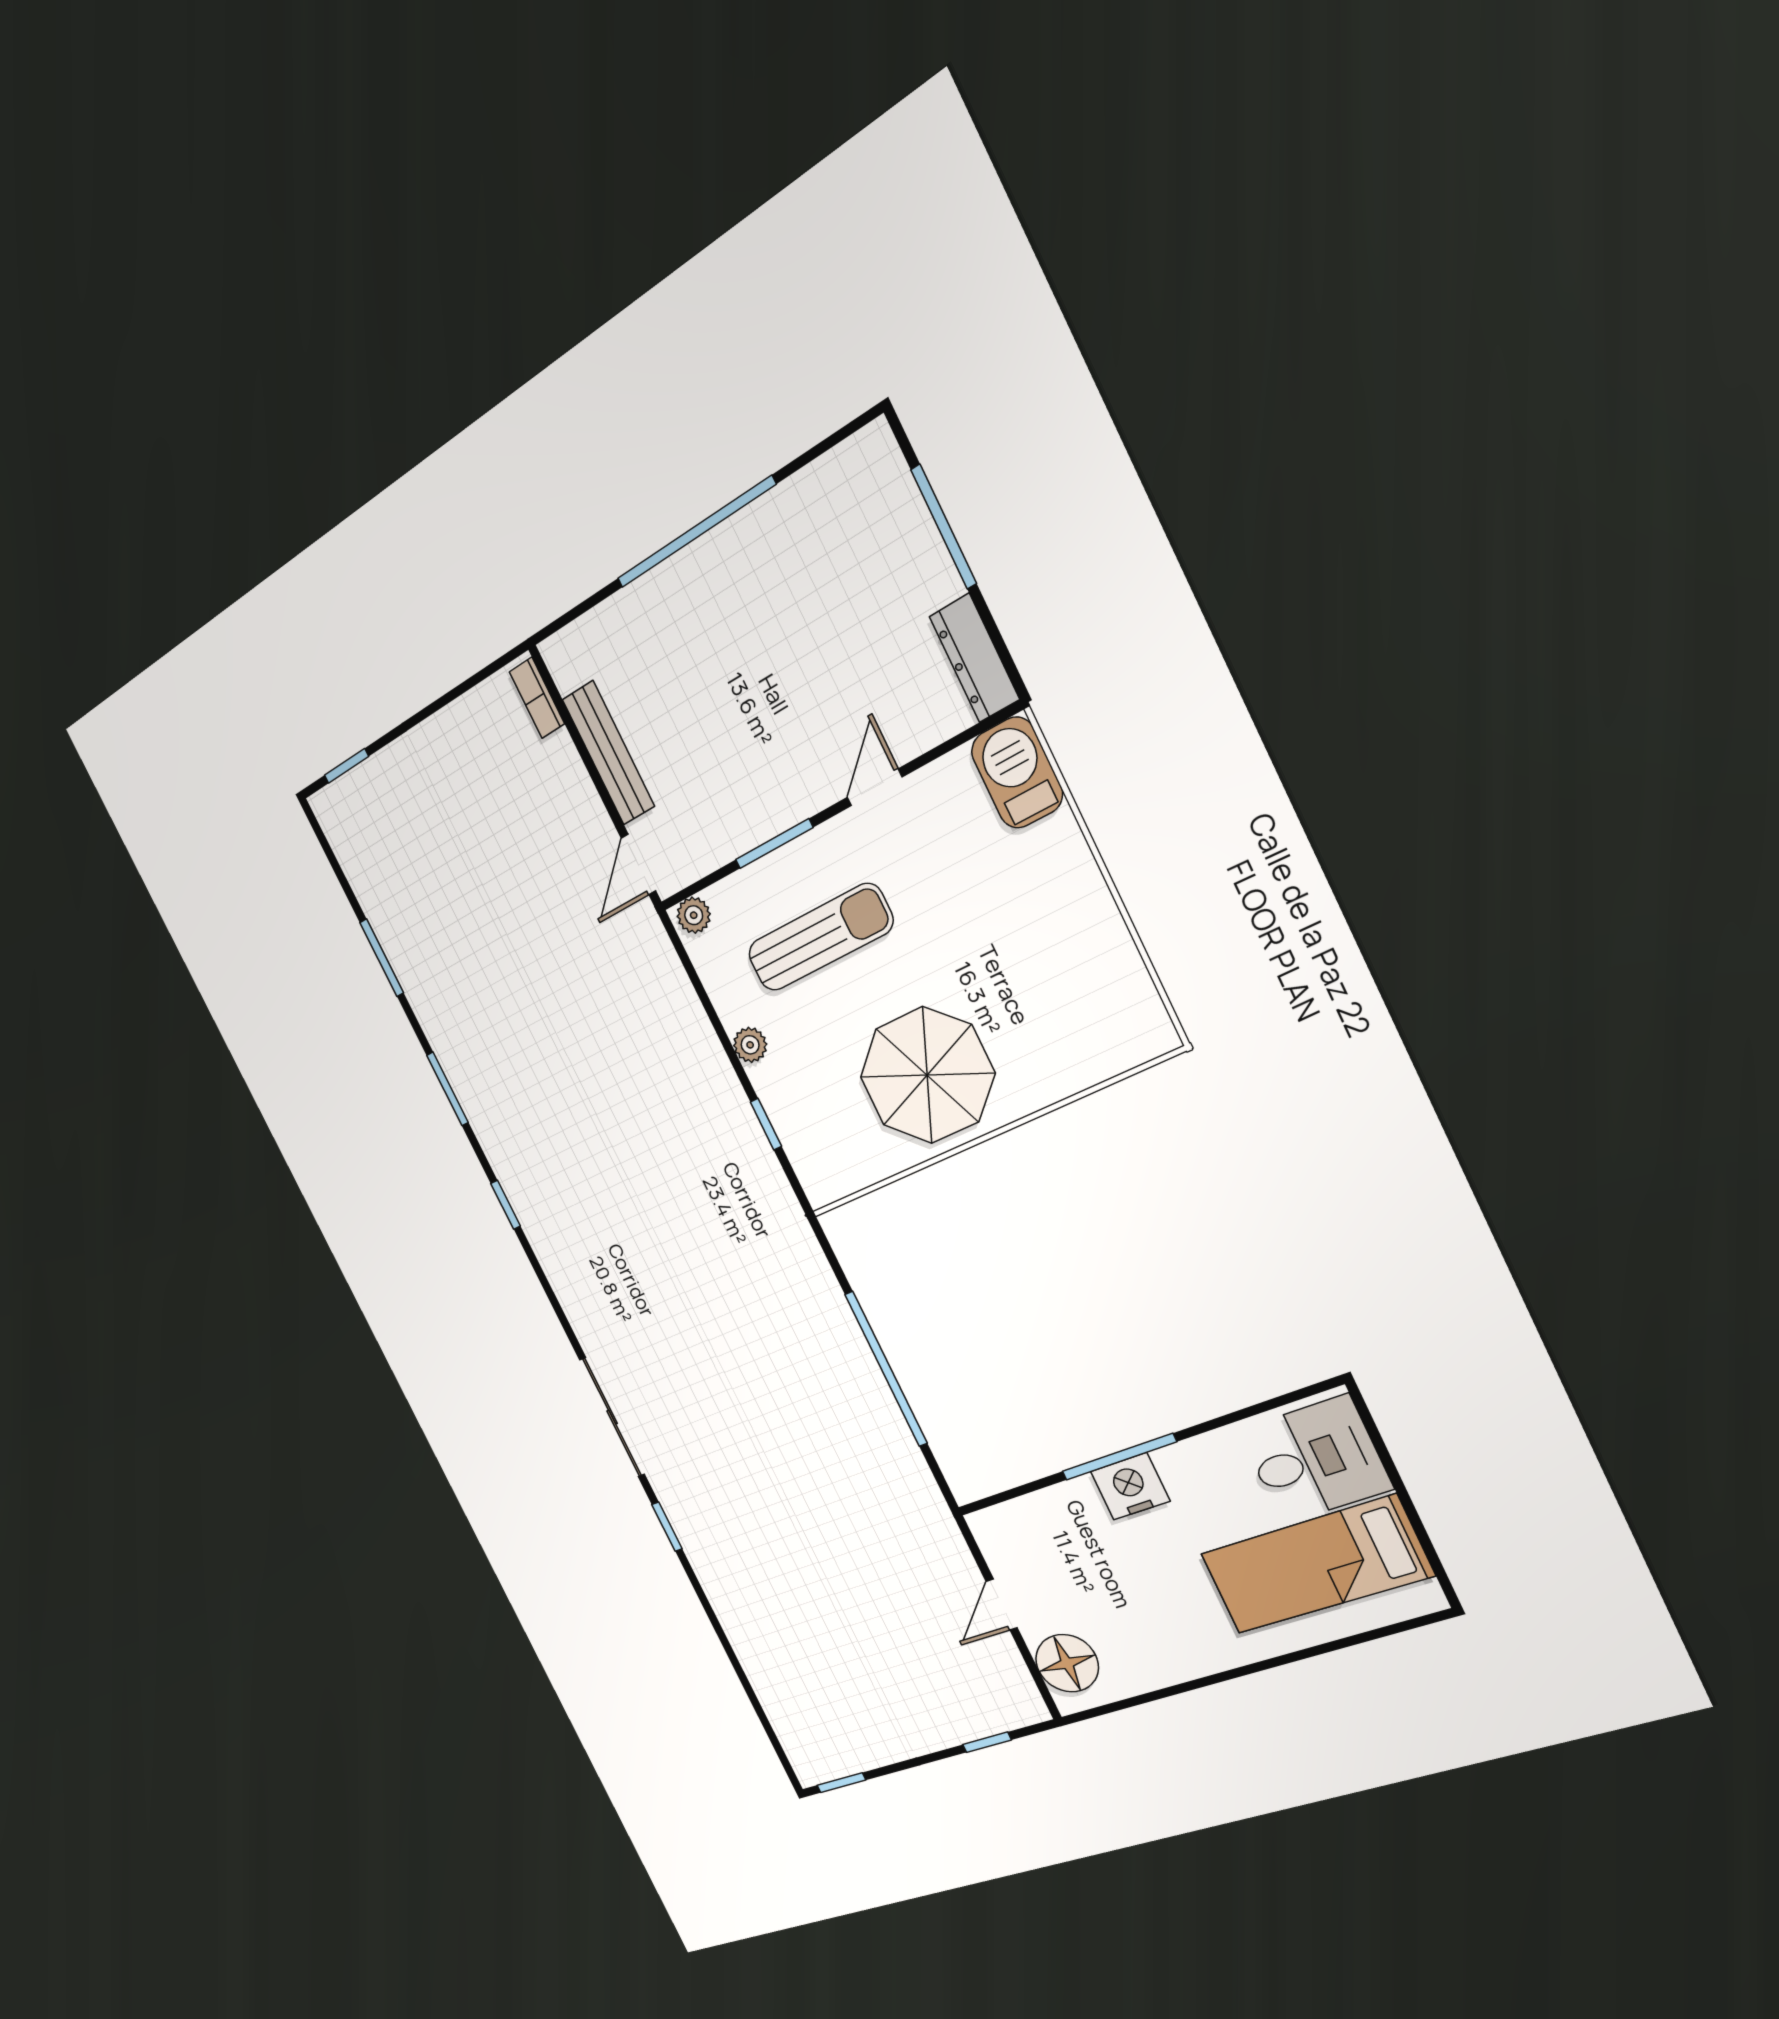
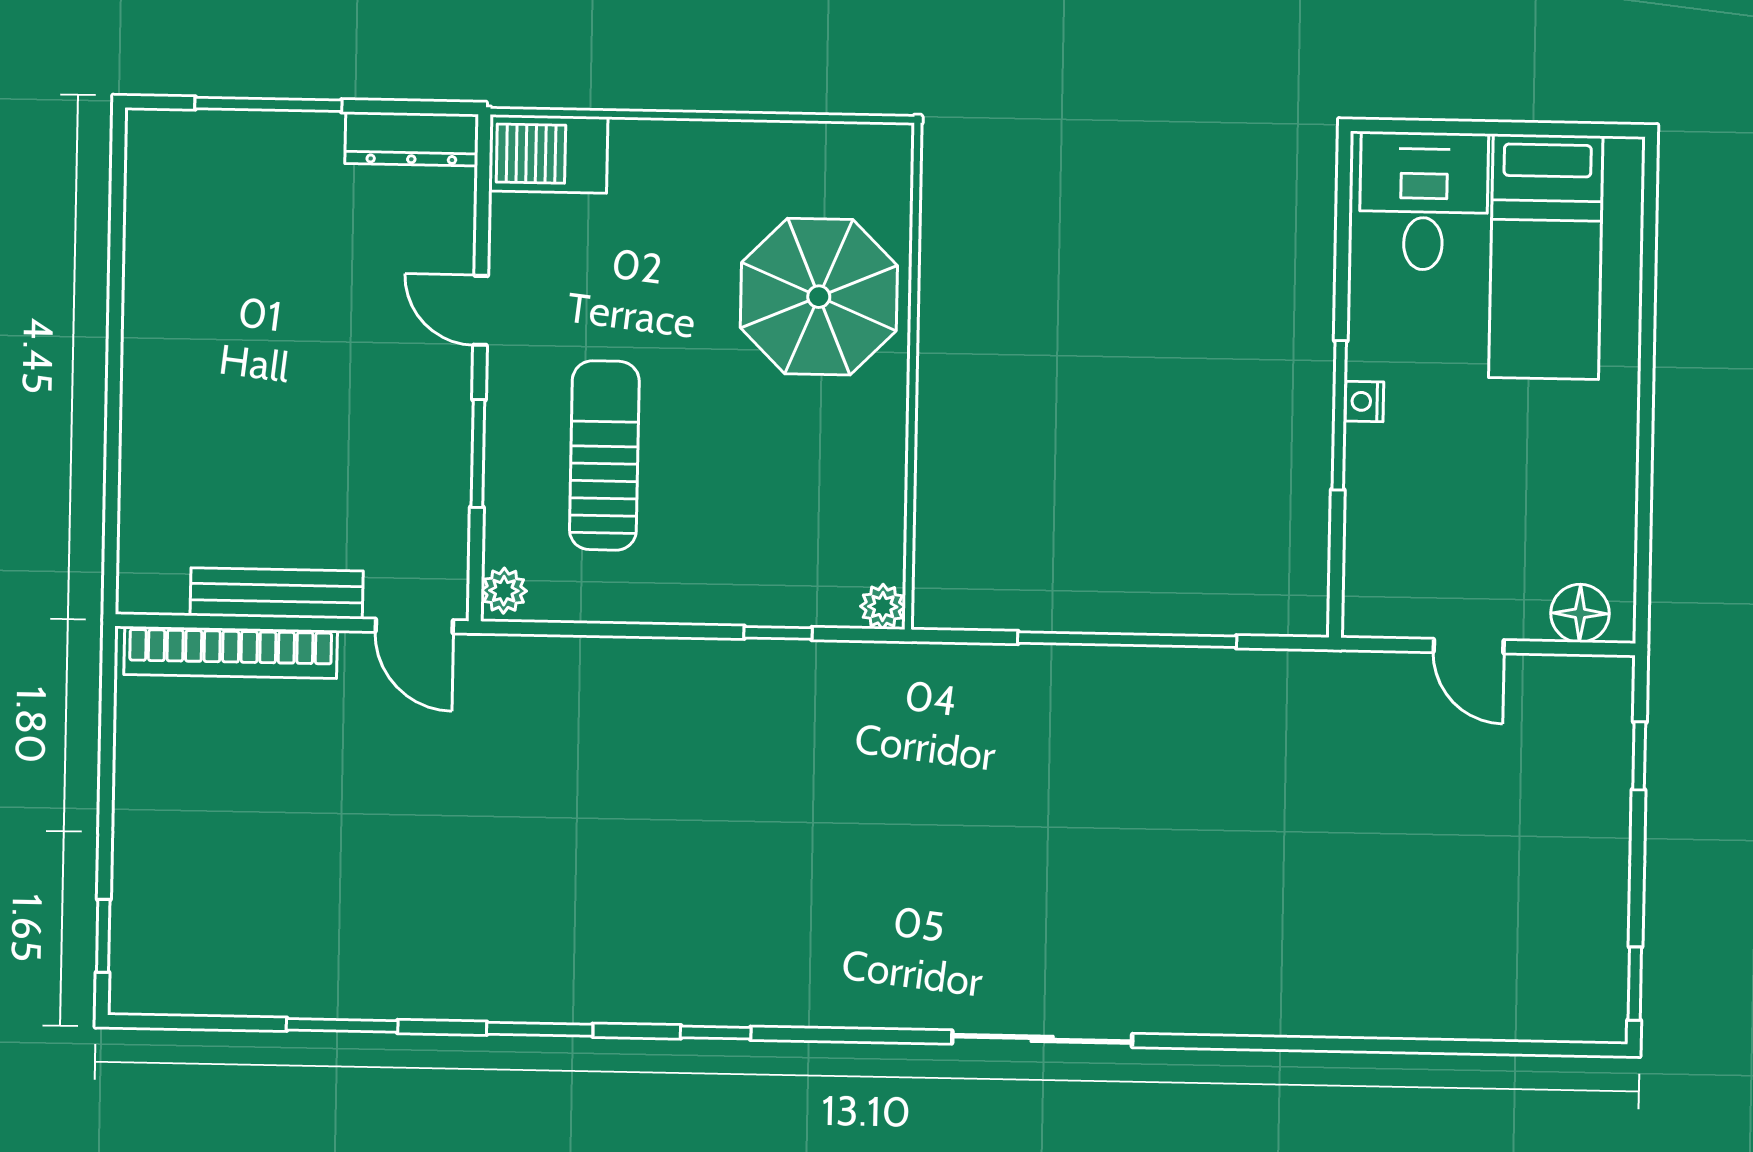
window: (695, 532) -> (114, 365), removed
bookcase: (537, 698) -> (231, 652), width x2.31, depth x1.31
plant: (750, 1045) -> (883, 607), moved
parasol: (927, 1075) -> (819, 297), moved
nightstand: (1130, 1486) -> (1364, 401), width x0.53, depth x0.56
window: (667, 1527) -> (1212, 1042), removed
floor lamp: (1067, 1663) -> (1580, 613), width x0.73, depth x0.73

